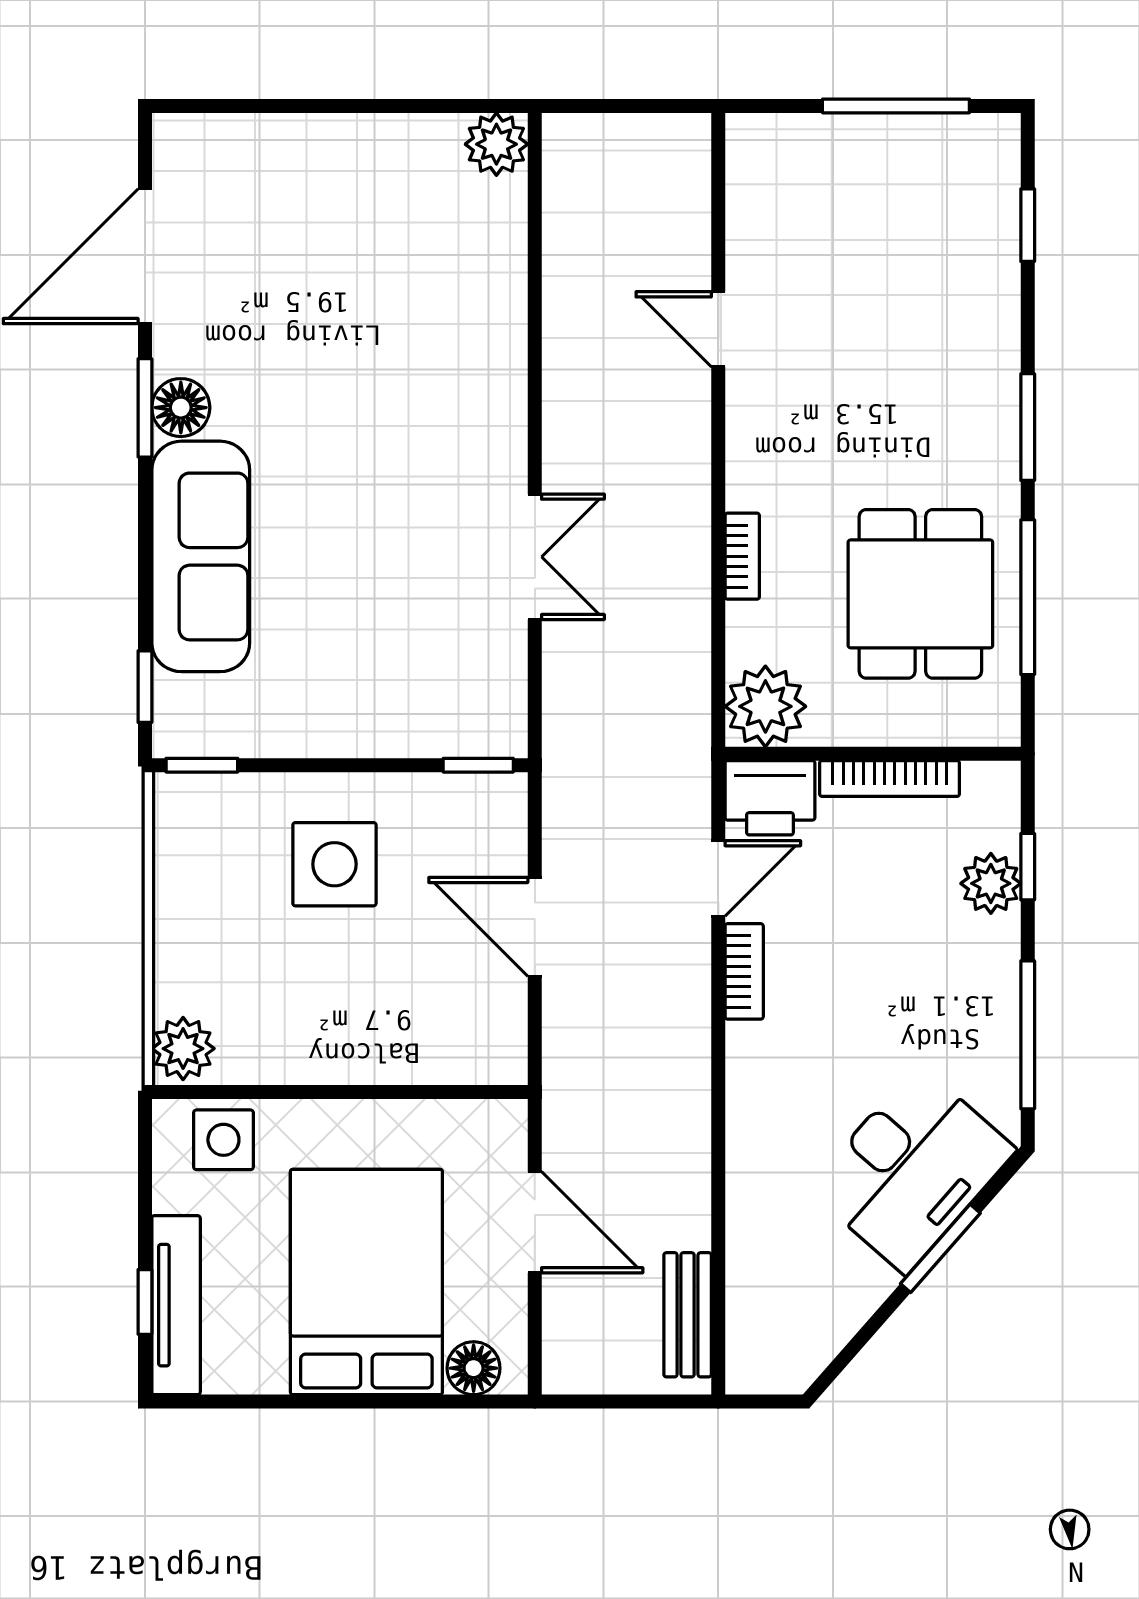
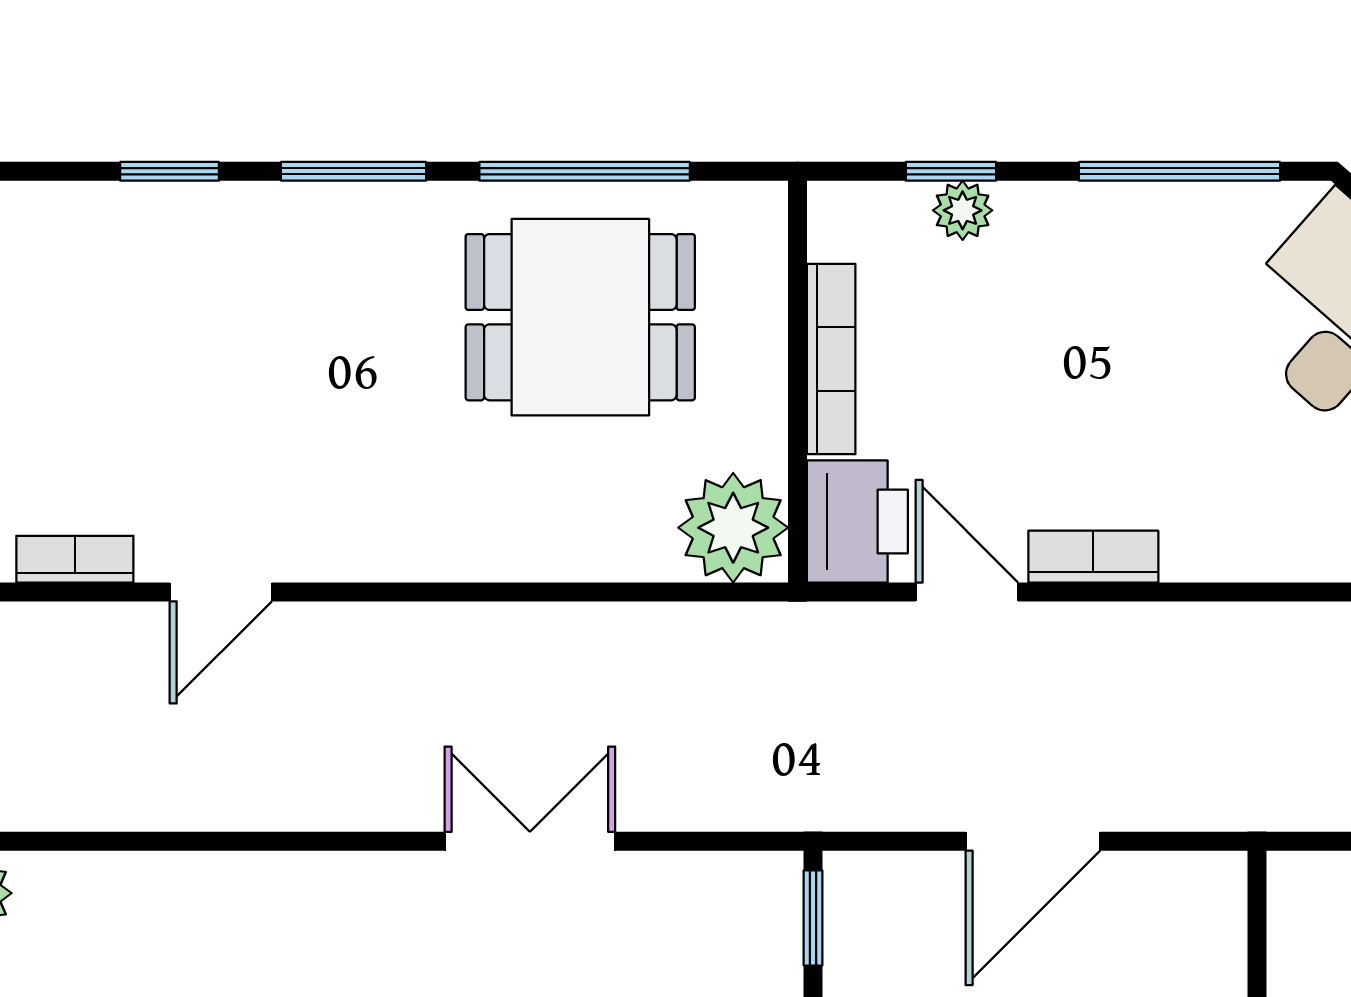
window: (1028, 225) -> (170, 171), moved
bookcase: (742, 556) -> (75, 559), moved
plant: (991, 883) -> (963, 210), width x0.73, depth x0.73

